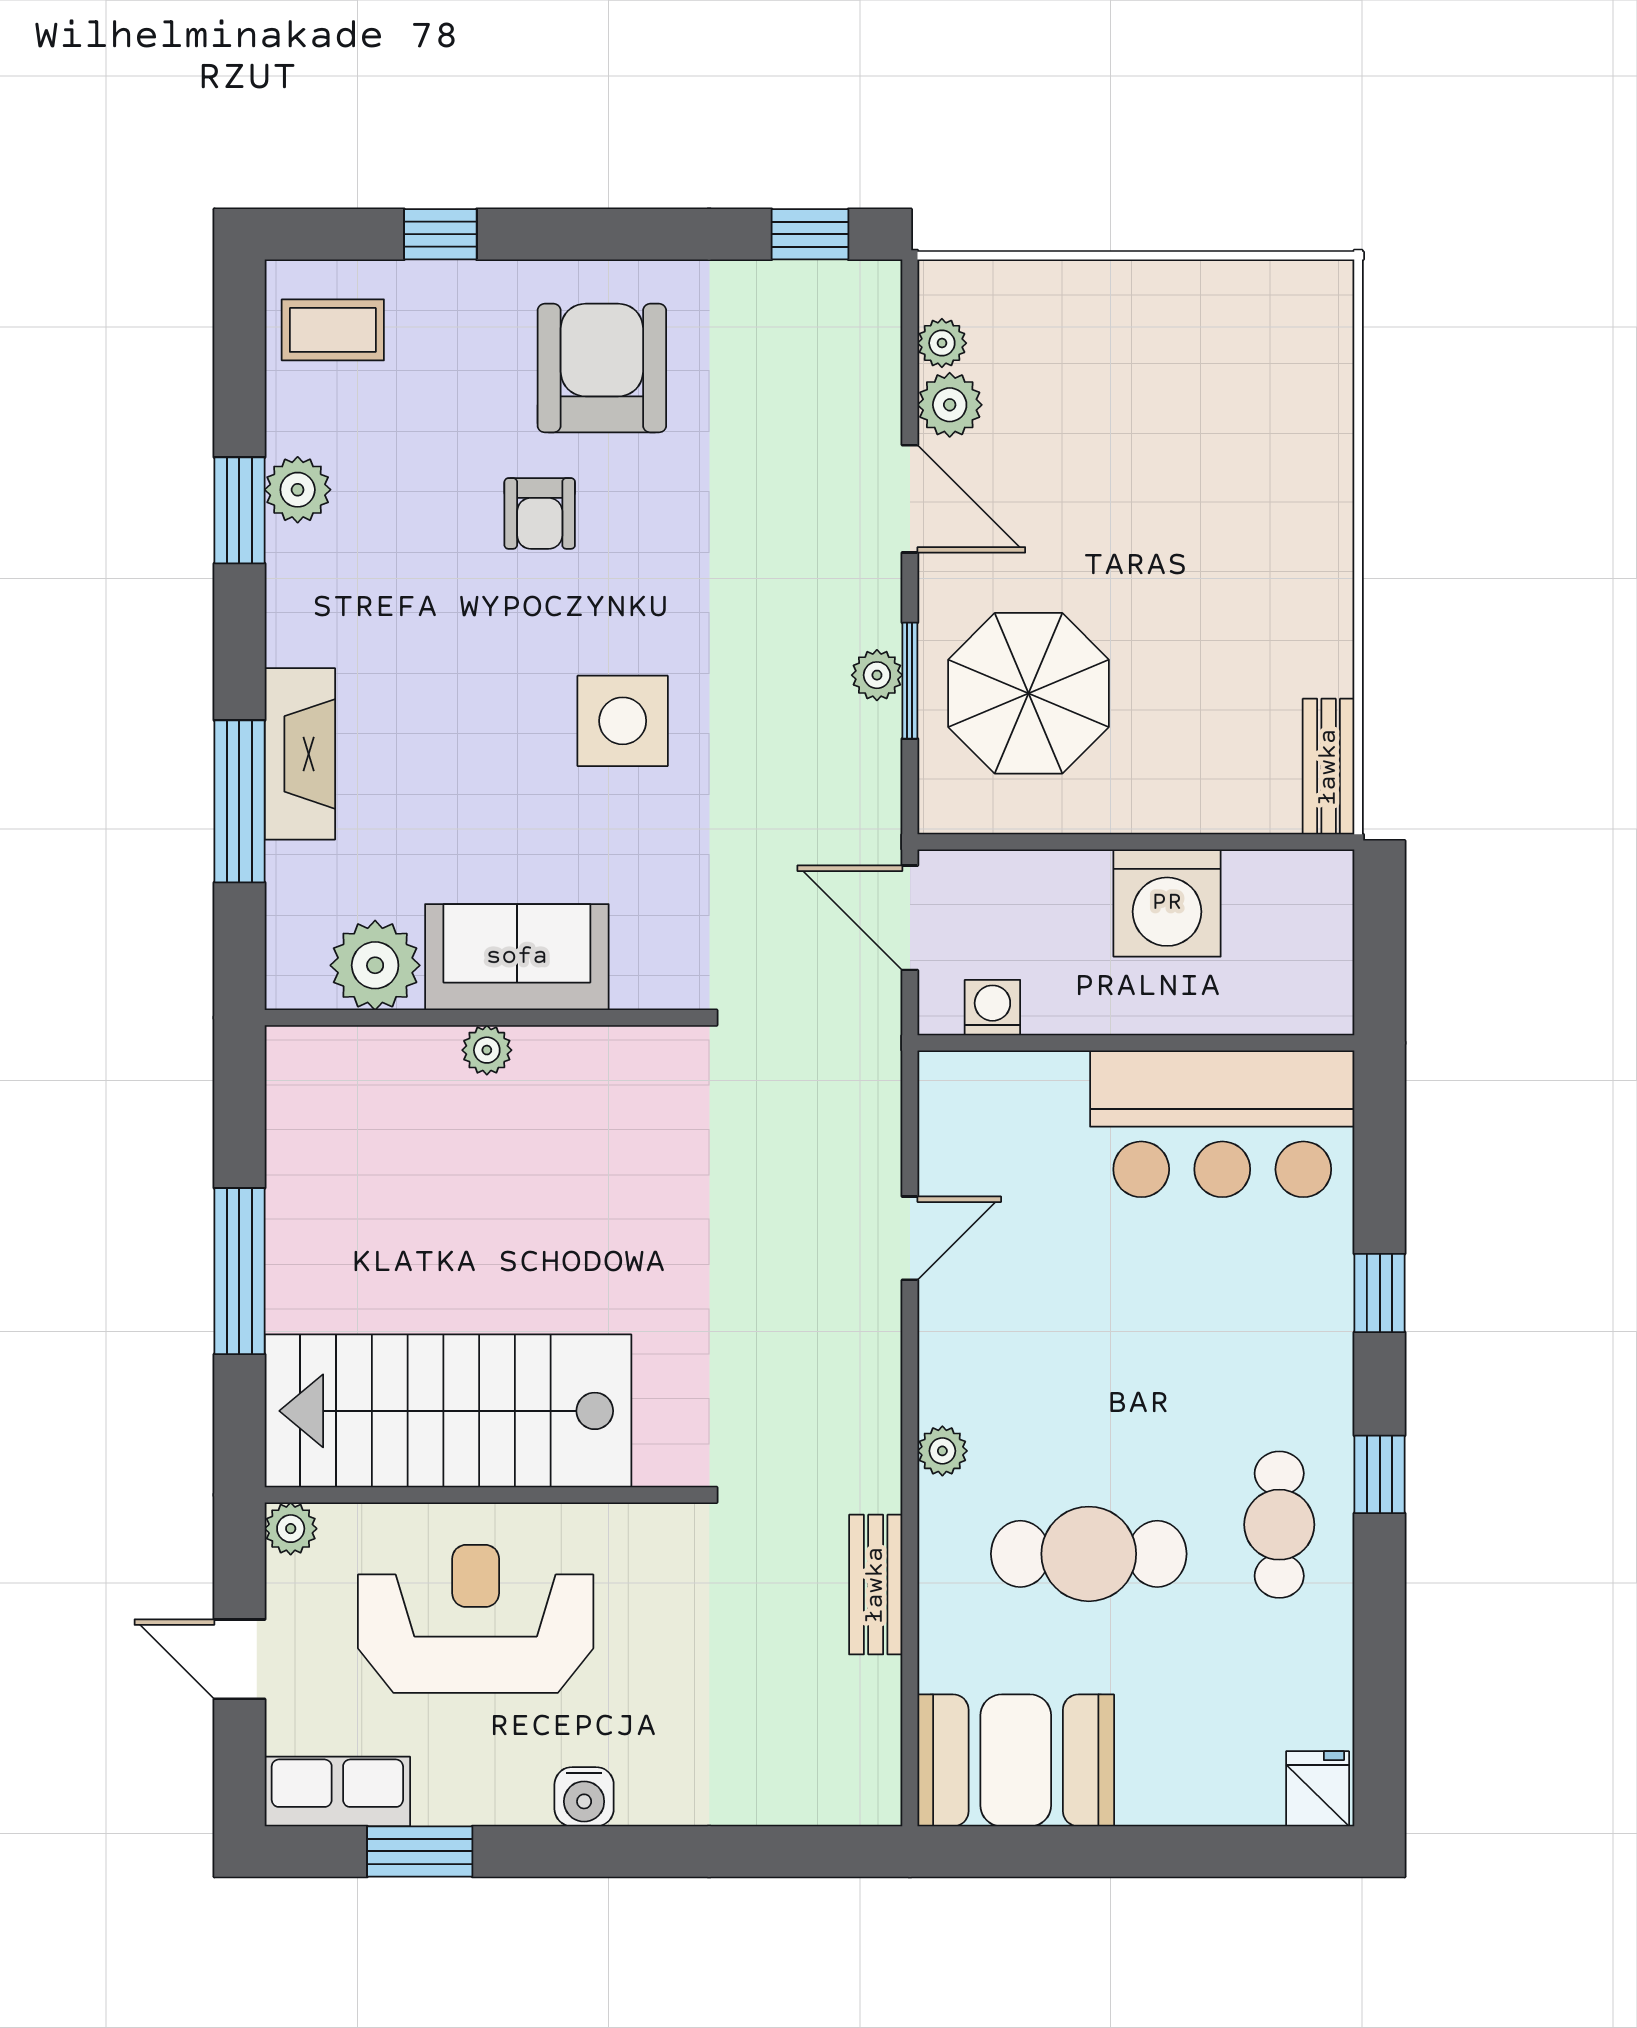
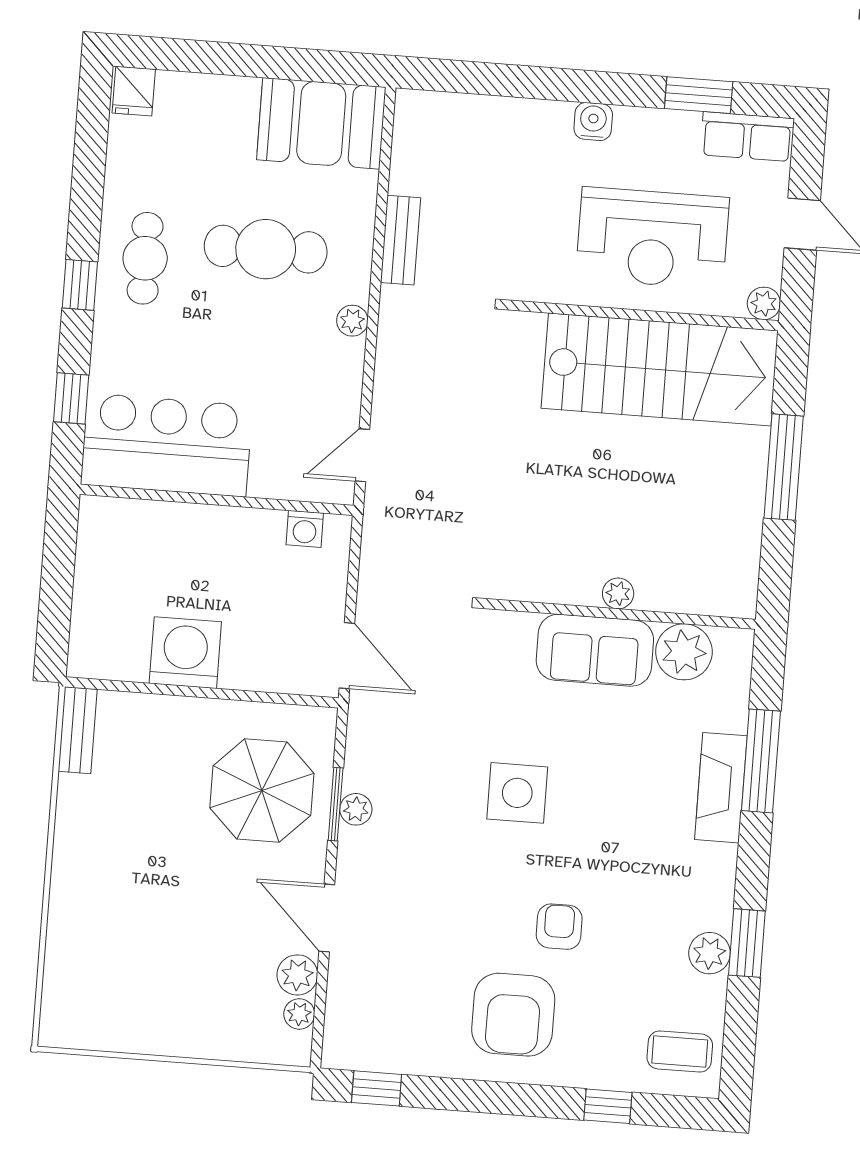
washing machine: (992, 1008) -> (305, 529), moved
wall: (1136, 1043) -> (217, 500), moved
bar counter: (1222, 1124) -> (167, 445), moved

